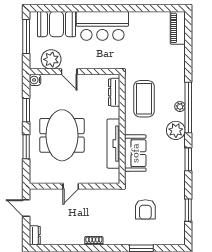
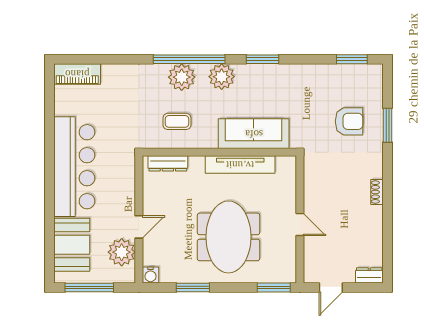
bar counter: (102, 26) -> (74, 167), width x1.36
coffee table: (144, 99) -> (177, 121), width x0.54, depth x0.58
plant: (180, 107) -> (182, 77), width x1.88, depth x1.88
meeting table: (62, 135) -> (228, 237), turned 90
window: (26, 147) -> (274, 287), moved
sofa: (135, 153) -> (254, 134), width x1.36
armchair: (145, 209) -> (349, 121), moved
window: (188, 210) -> (352, 59), moved

